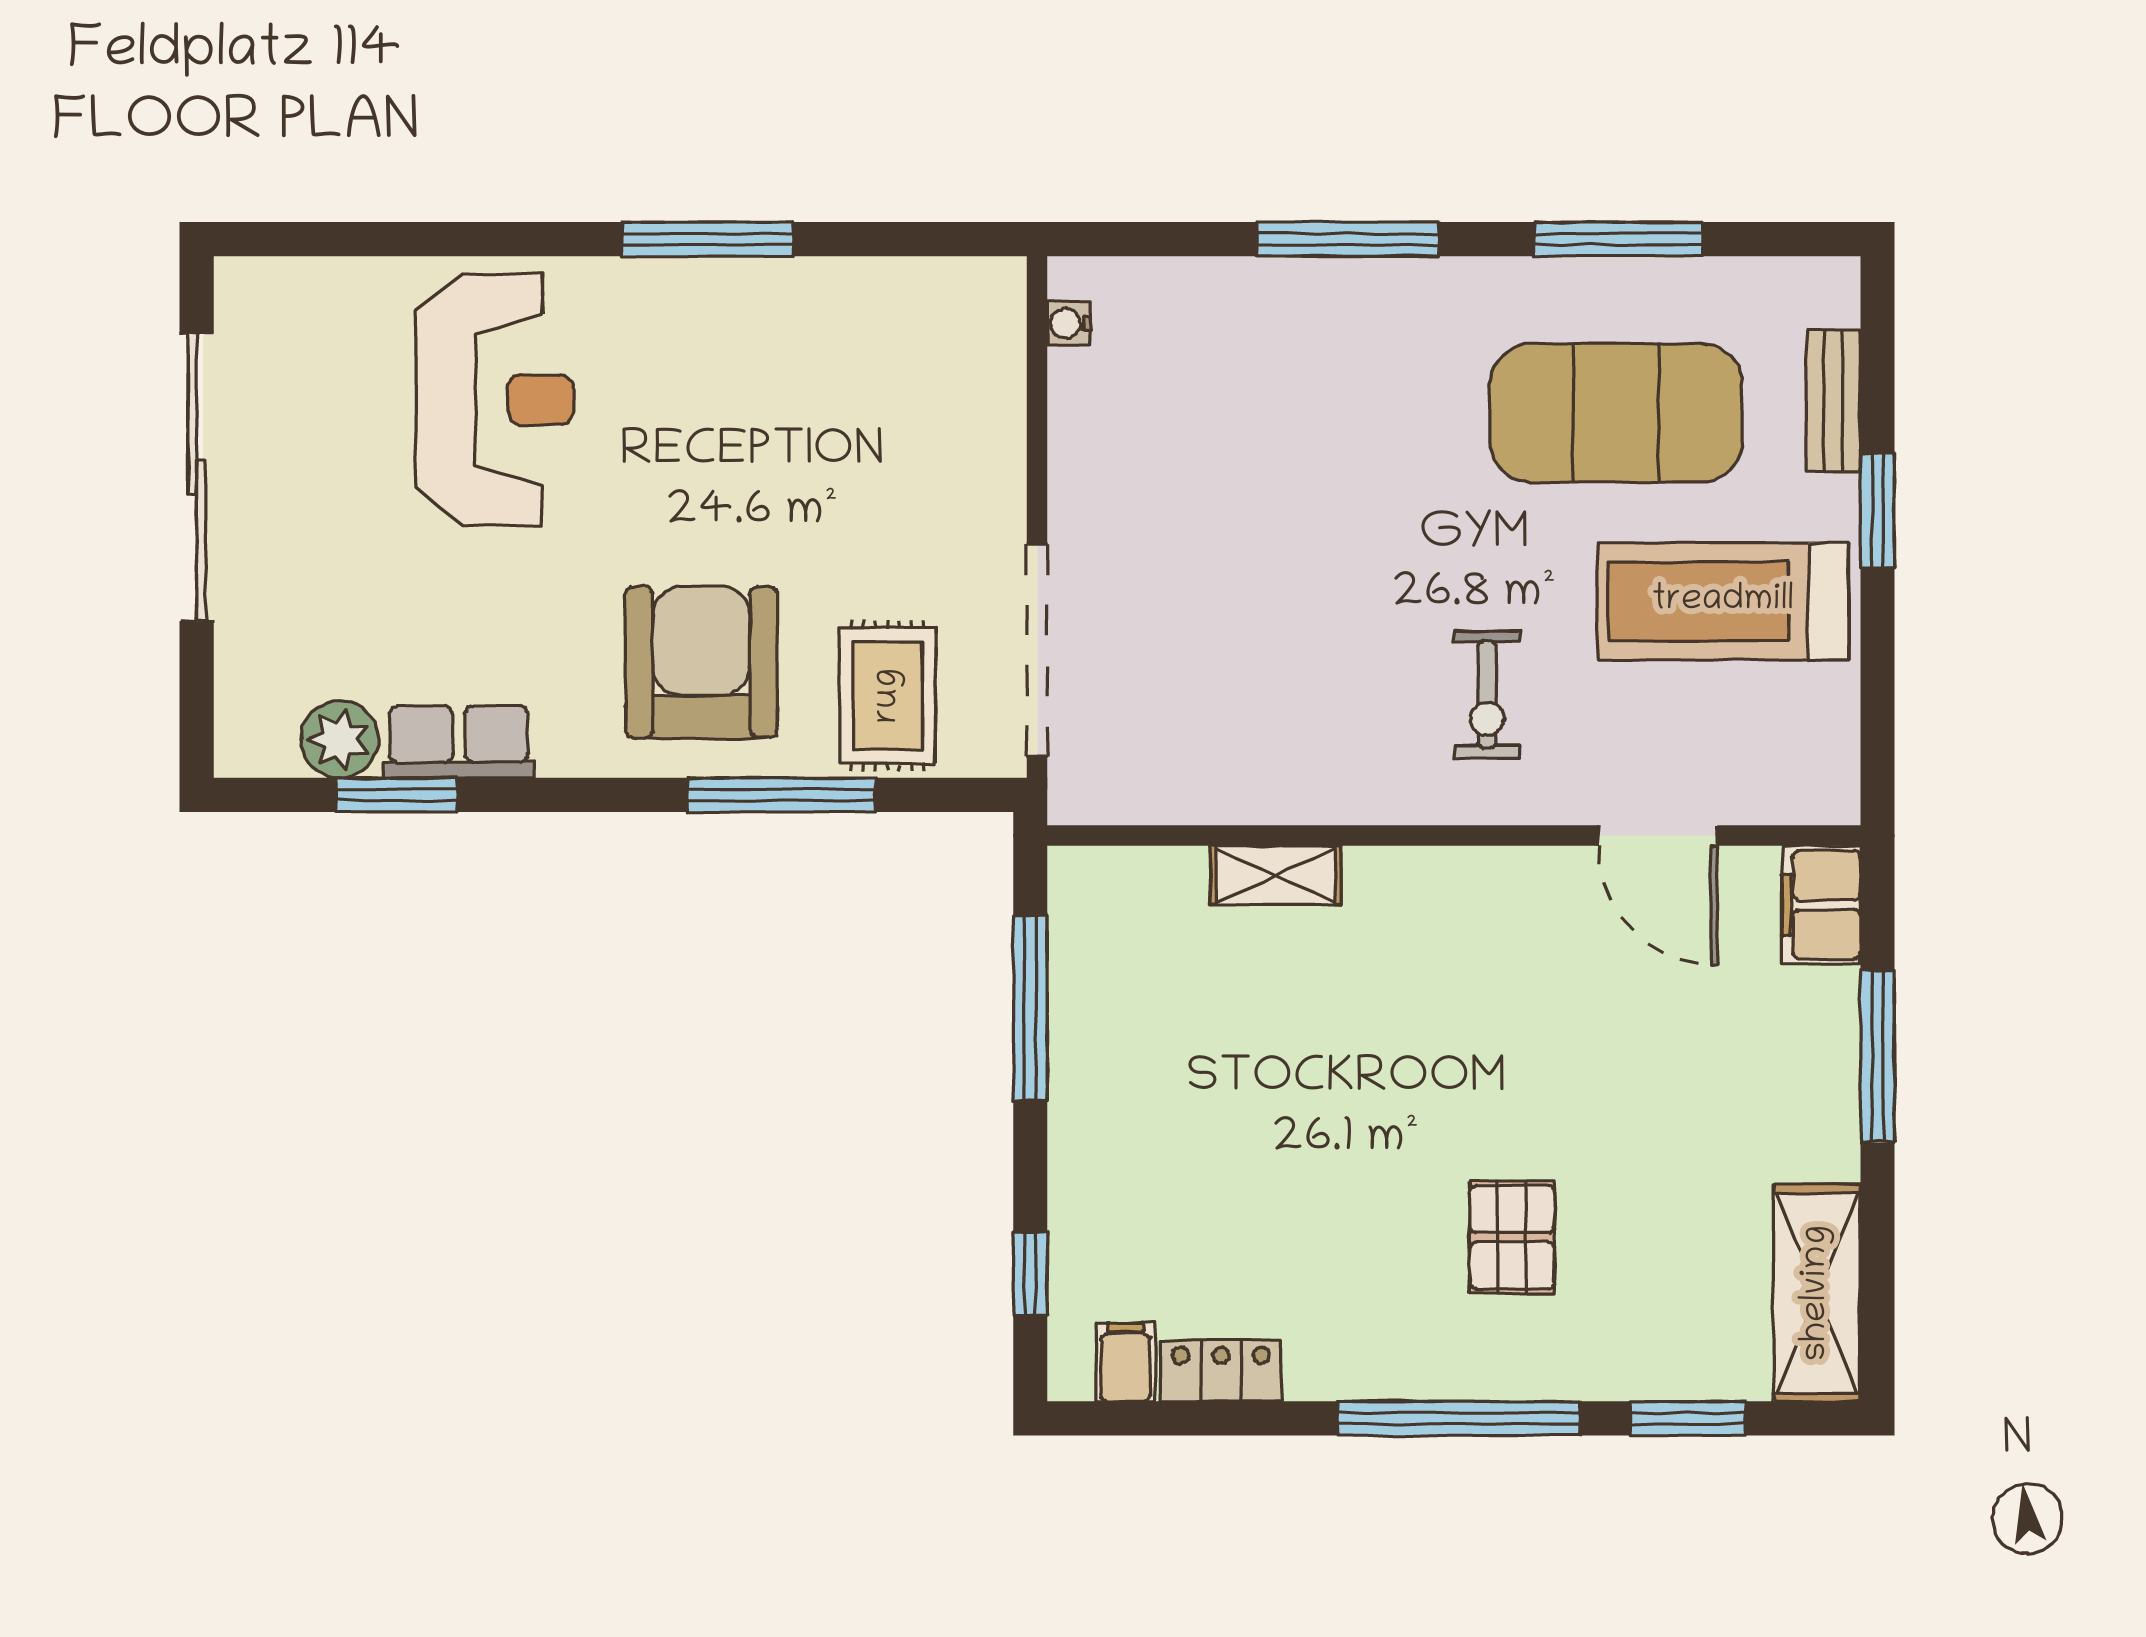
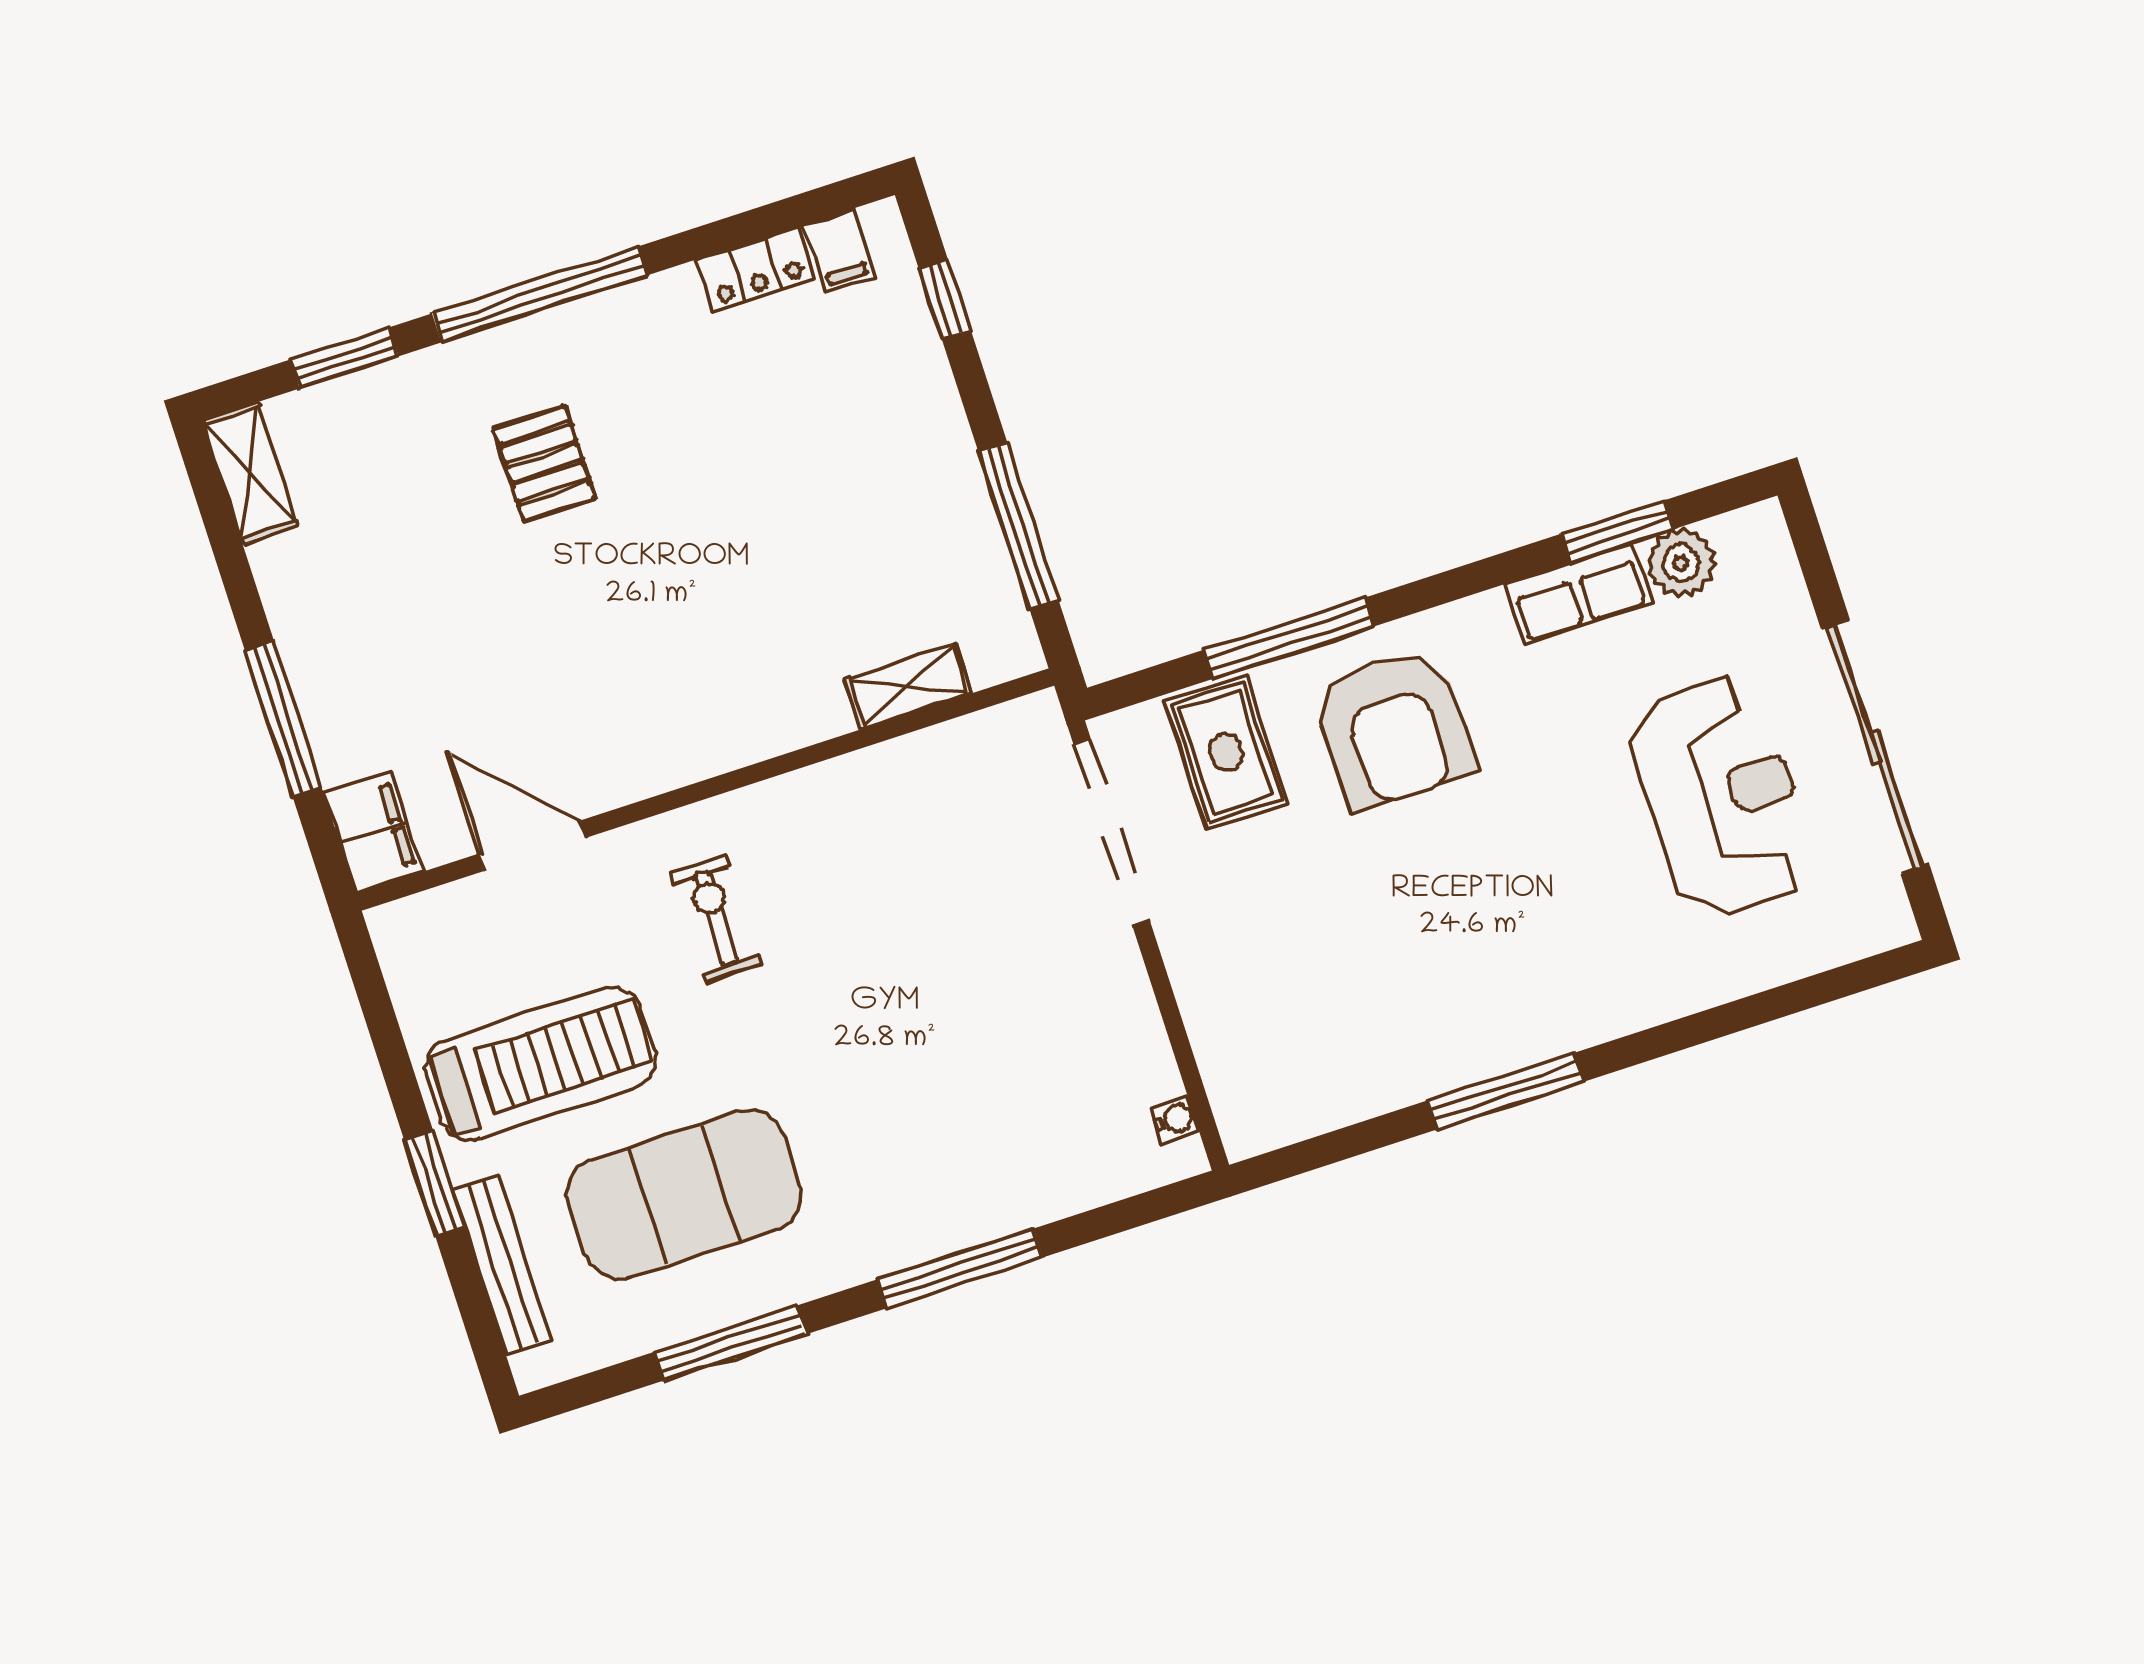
reception desk: (495, 400) -> (1722, 796), moved, turned 180
bench: (1834, 401) -> (502, 1265), width x1.36
shelving: (1276, 875) -> (908, 686), moved
shelving: (1817, 1293) -> (250, 473), width x0.67, depth x0.75

